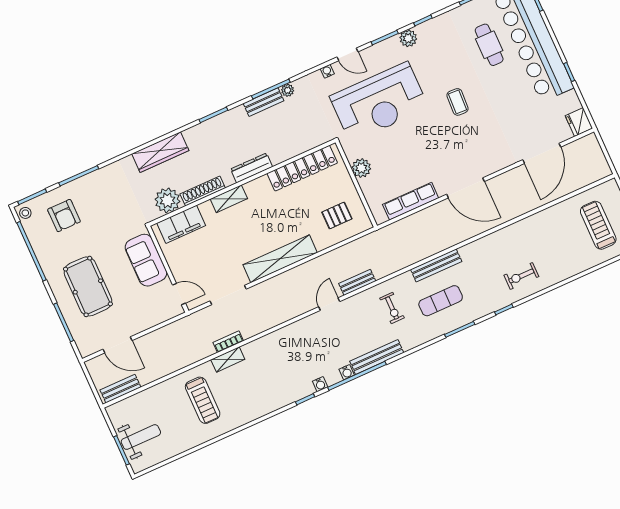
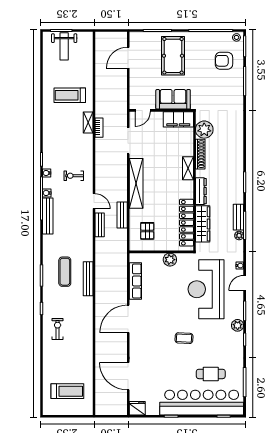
wardrobe: (160, 152) -> (203, 224), moved, turned 180
filing cabinet: (181, 224) -> (178, 119), moved, turned -90
pool table: (88, 286) -> (173, 56), turned 90
exercise bike: (392, 308) -> (74, 176), moved
bench: (120, 389) -> (122, 215), moved

